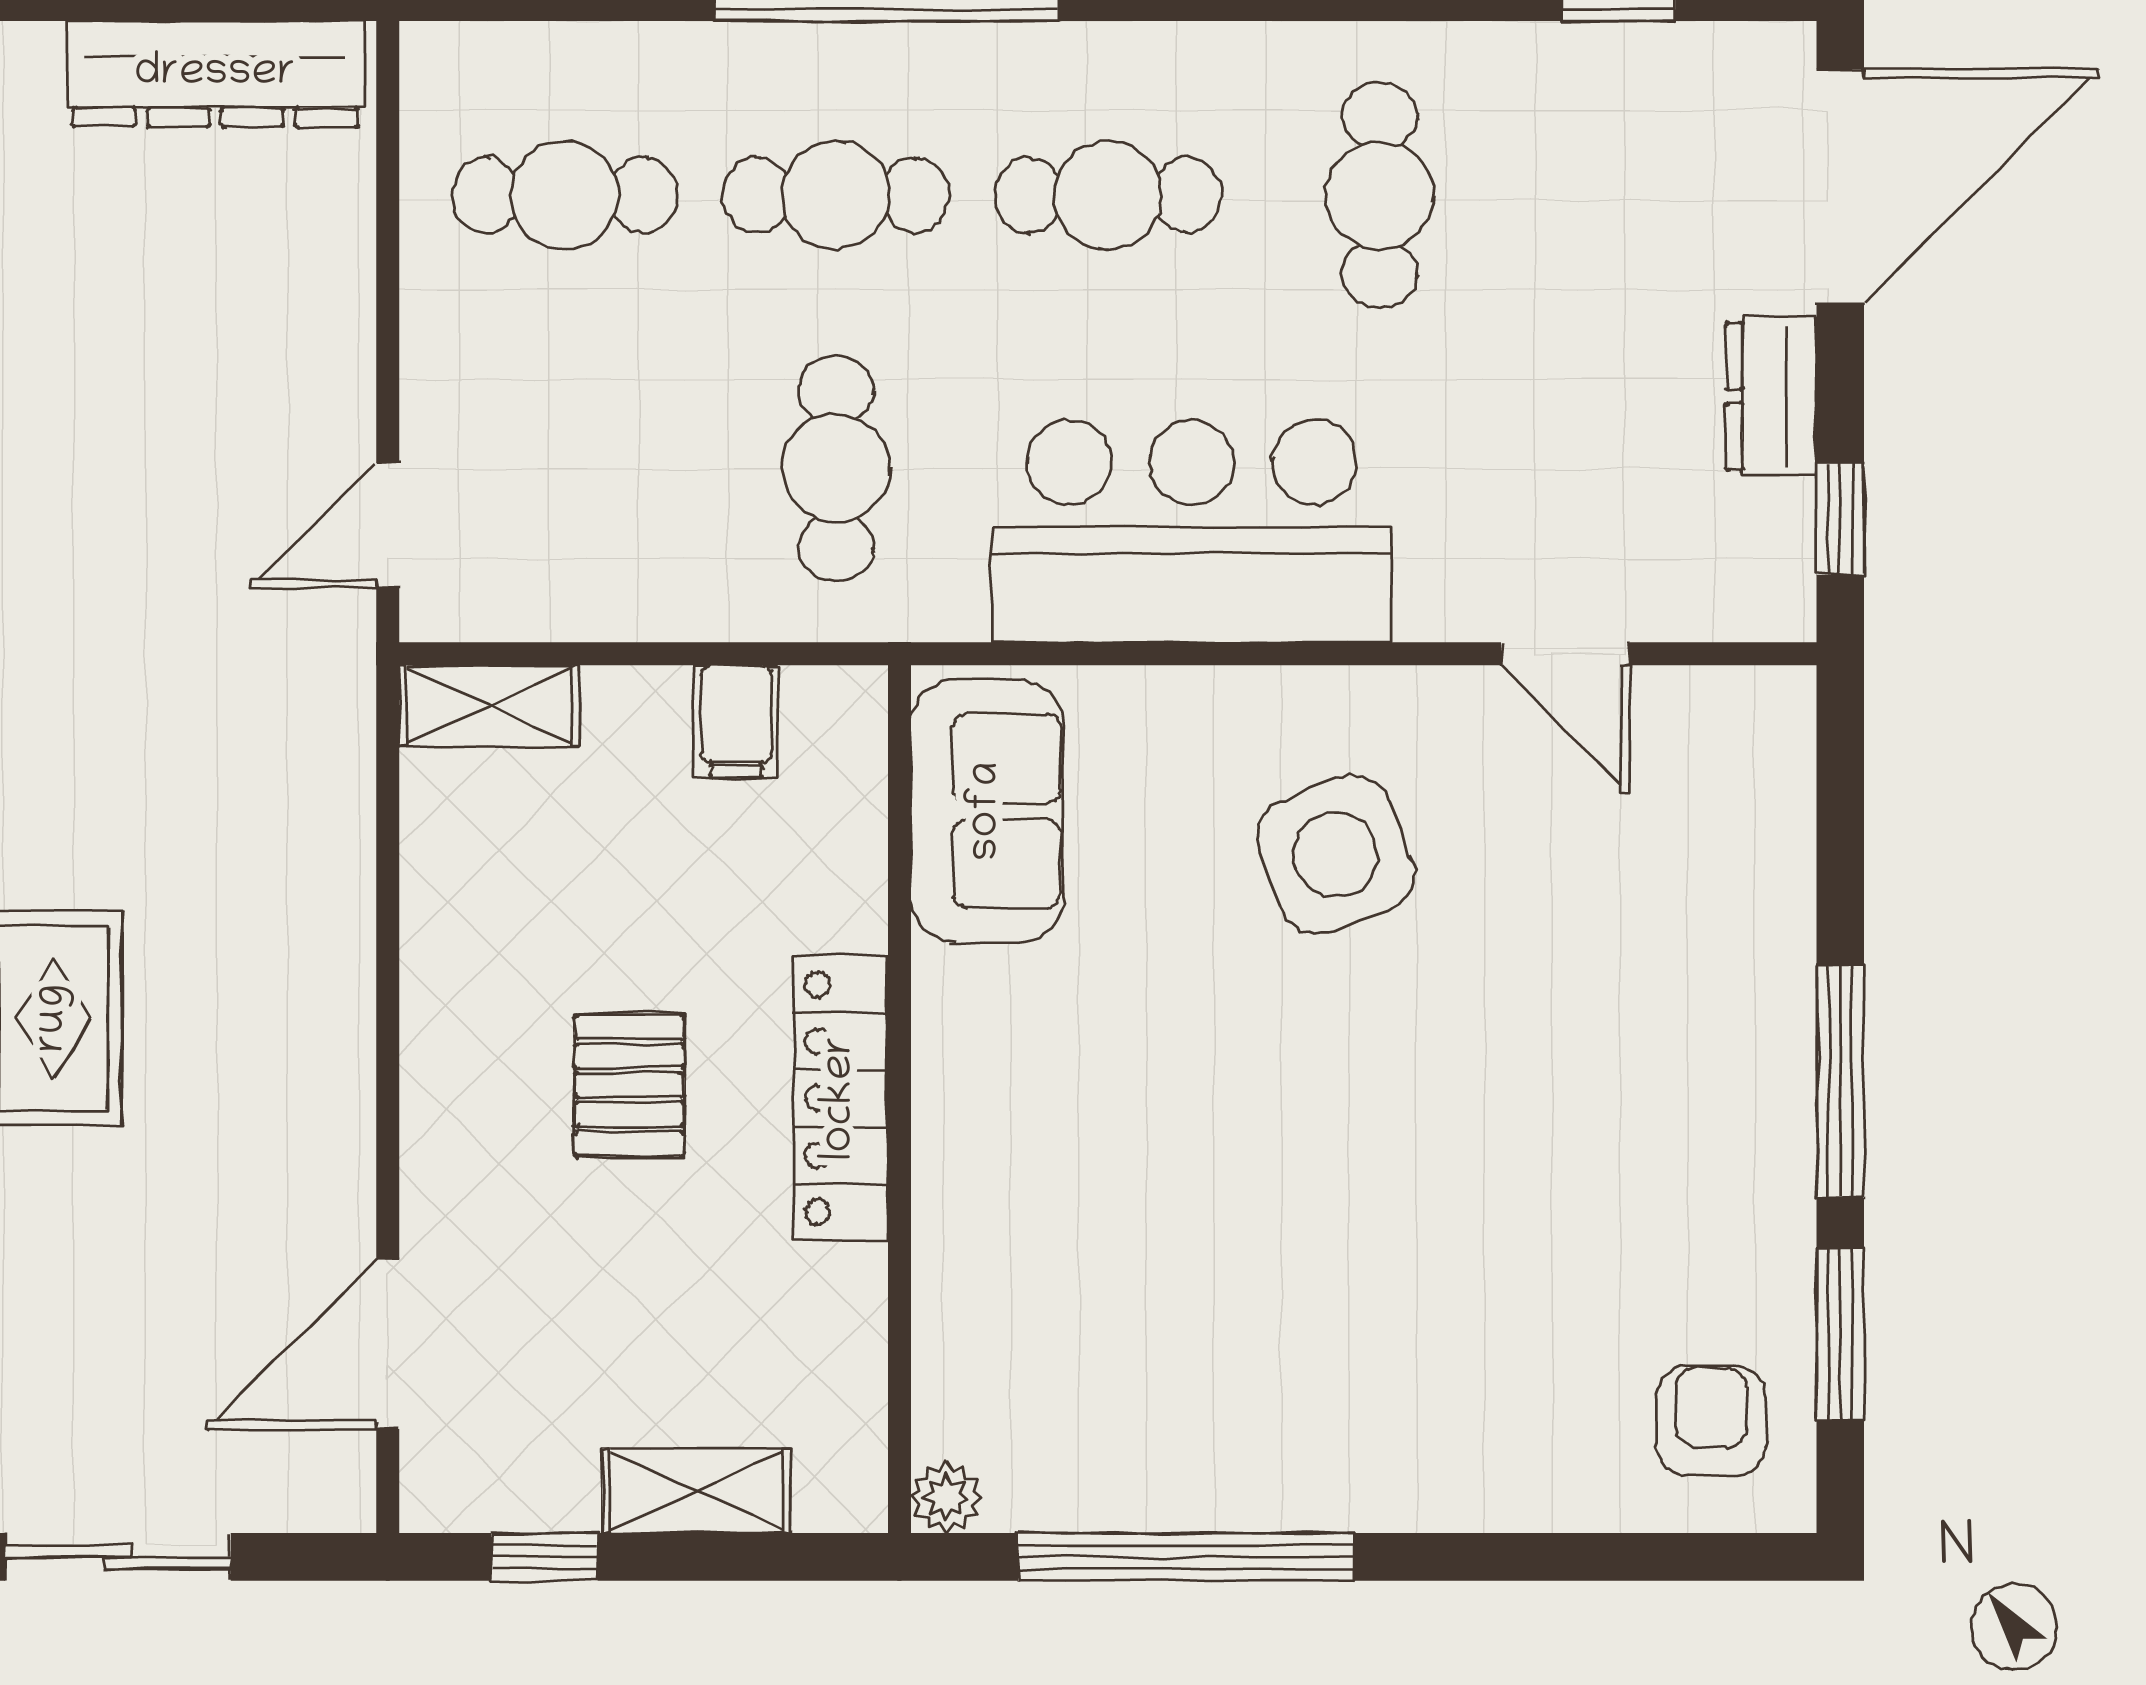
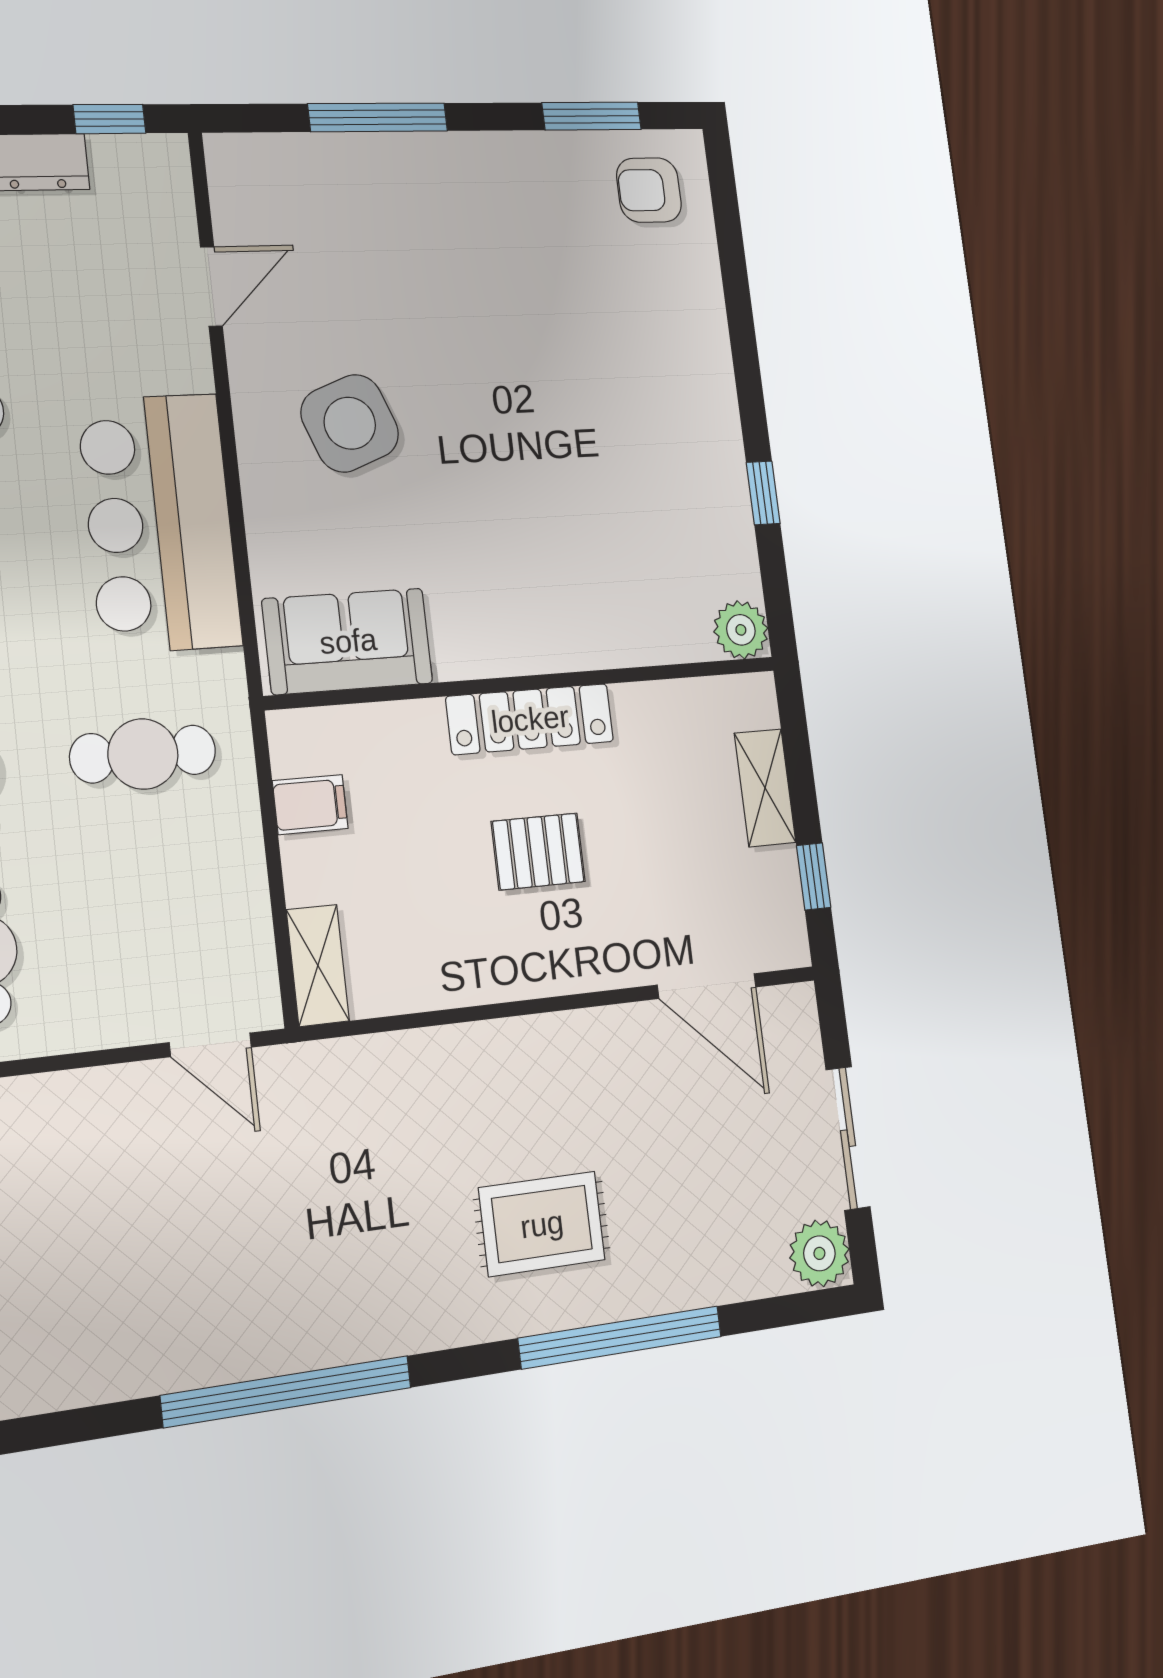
window: (1840, 1082) -> (378, 117), moved
plant: (946, 1498) -> (741, 630), width x1.38, depth x1.38
window: (1186, 1557) -> (763, 493), width x0.32

